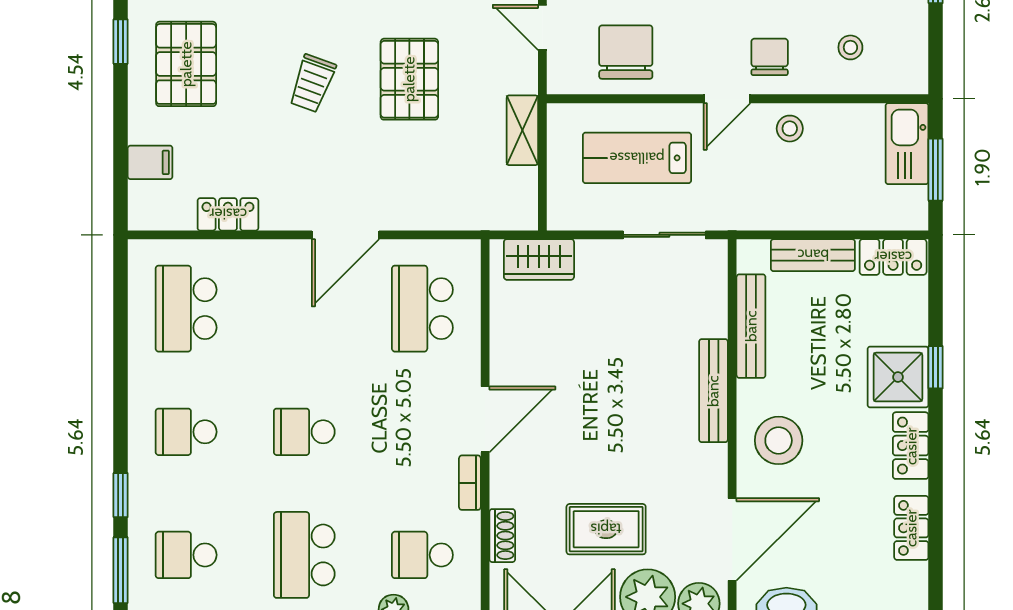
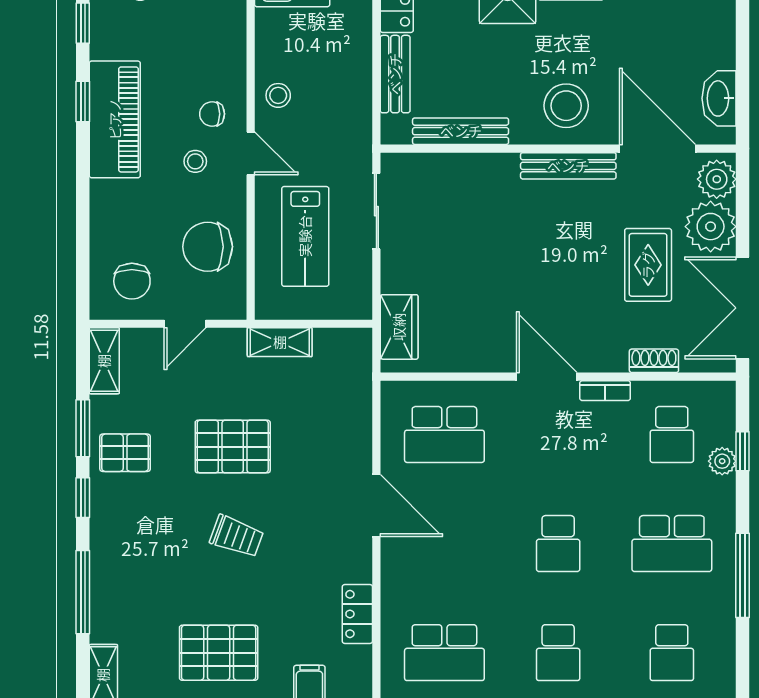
stool: (850, 47) -> (195, 161), moved
chair: (770, 57) -> (212, 114), width x0.73, depth x0.73
bench: (713, 391) -> (568, 166), moved

